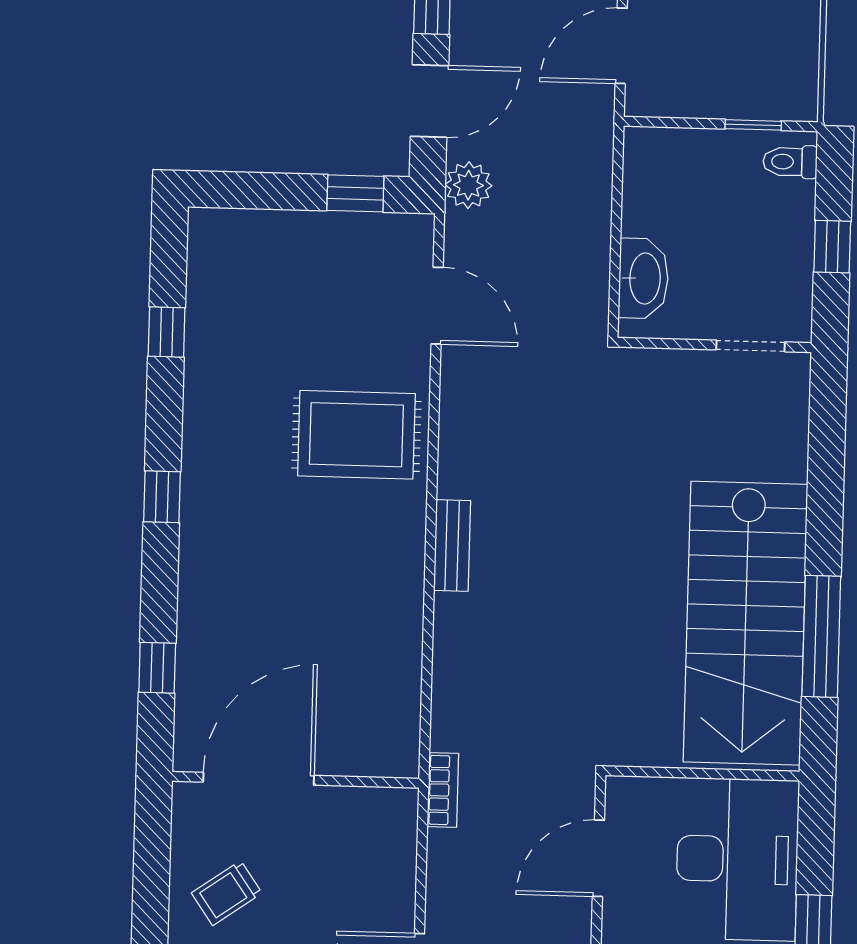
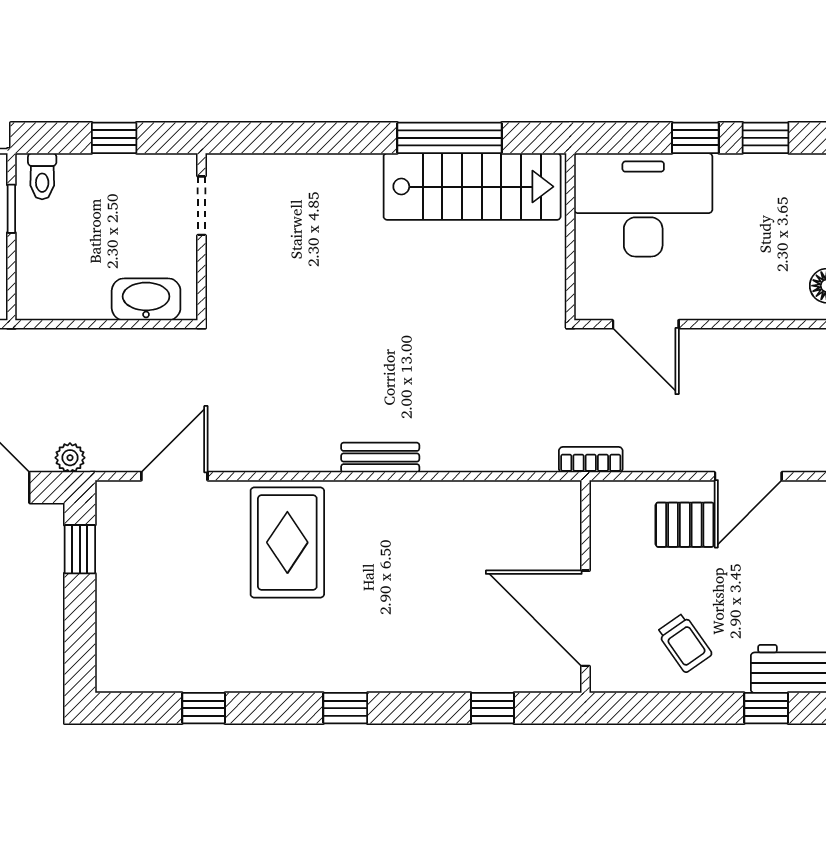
plant: (468, 185) -> (70, 458), width x0.73, depth x0.73
stairs: (746, 623) -> (472, 187), width x0.73, depth x0.66
pallet: (364, 897) -> (685, 525), added

